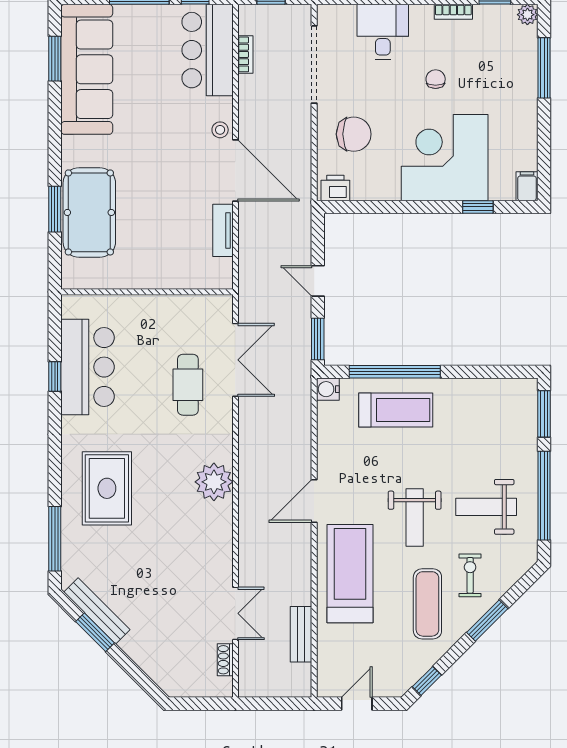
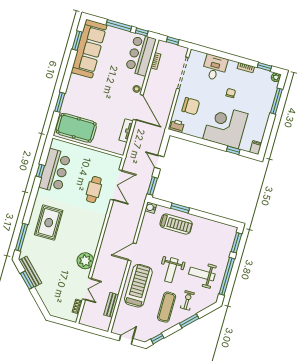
pool table: (89, 212) -> (76, 128), moved, turned 90
window: (395, 372) -> (180, 208), width x0.47
plant: (214, 482) -> (85, 261), moved

